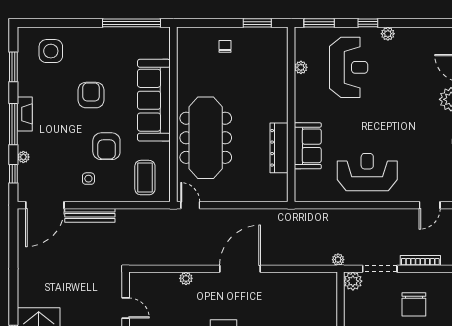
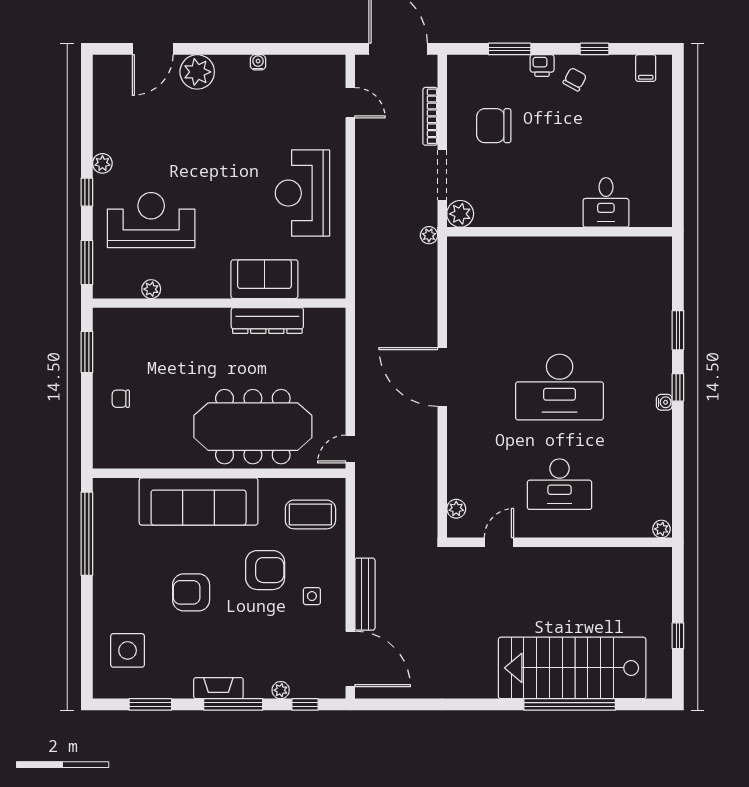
plant: (186, 278) -> (456, 509), moved
chair: (414, 304) -> (494, 126), turned 180

